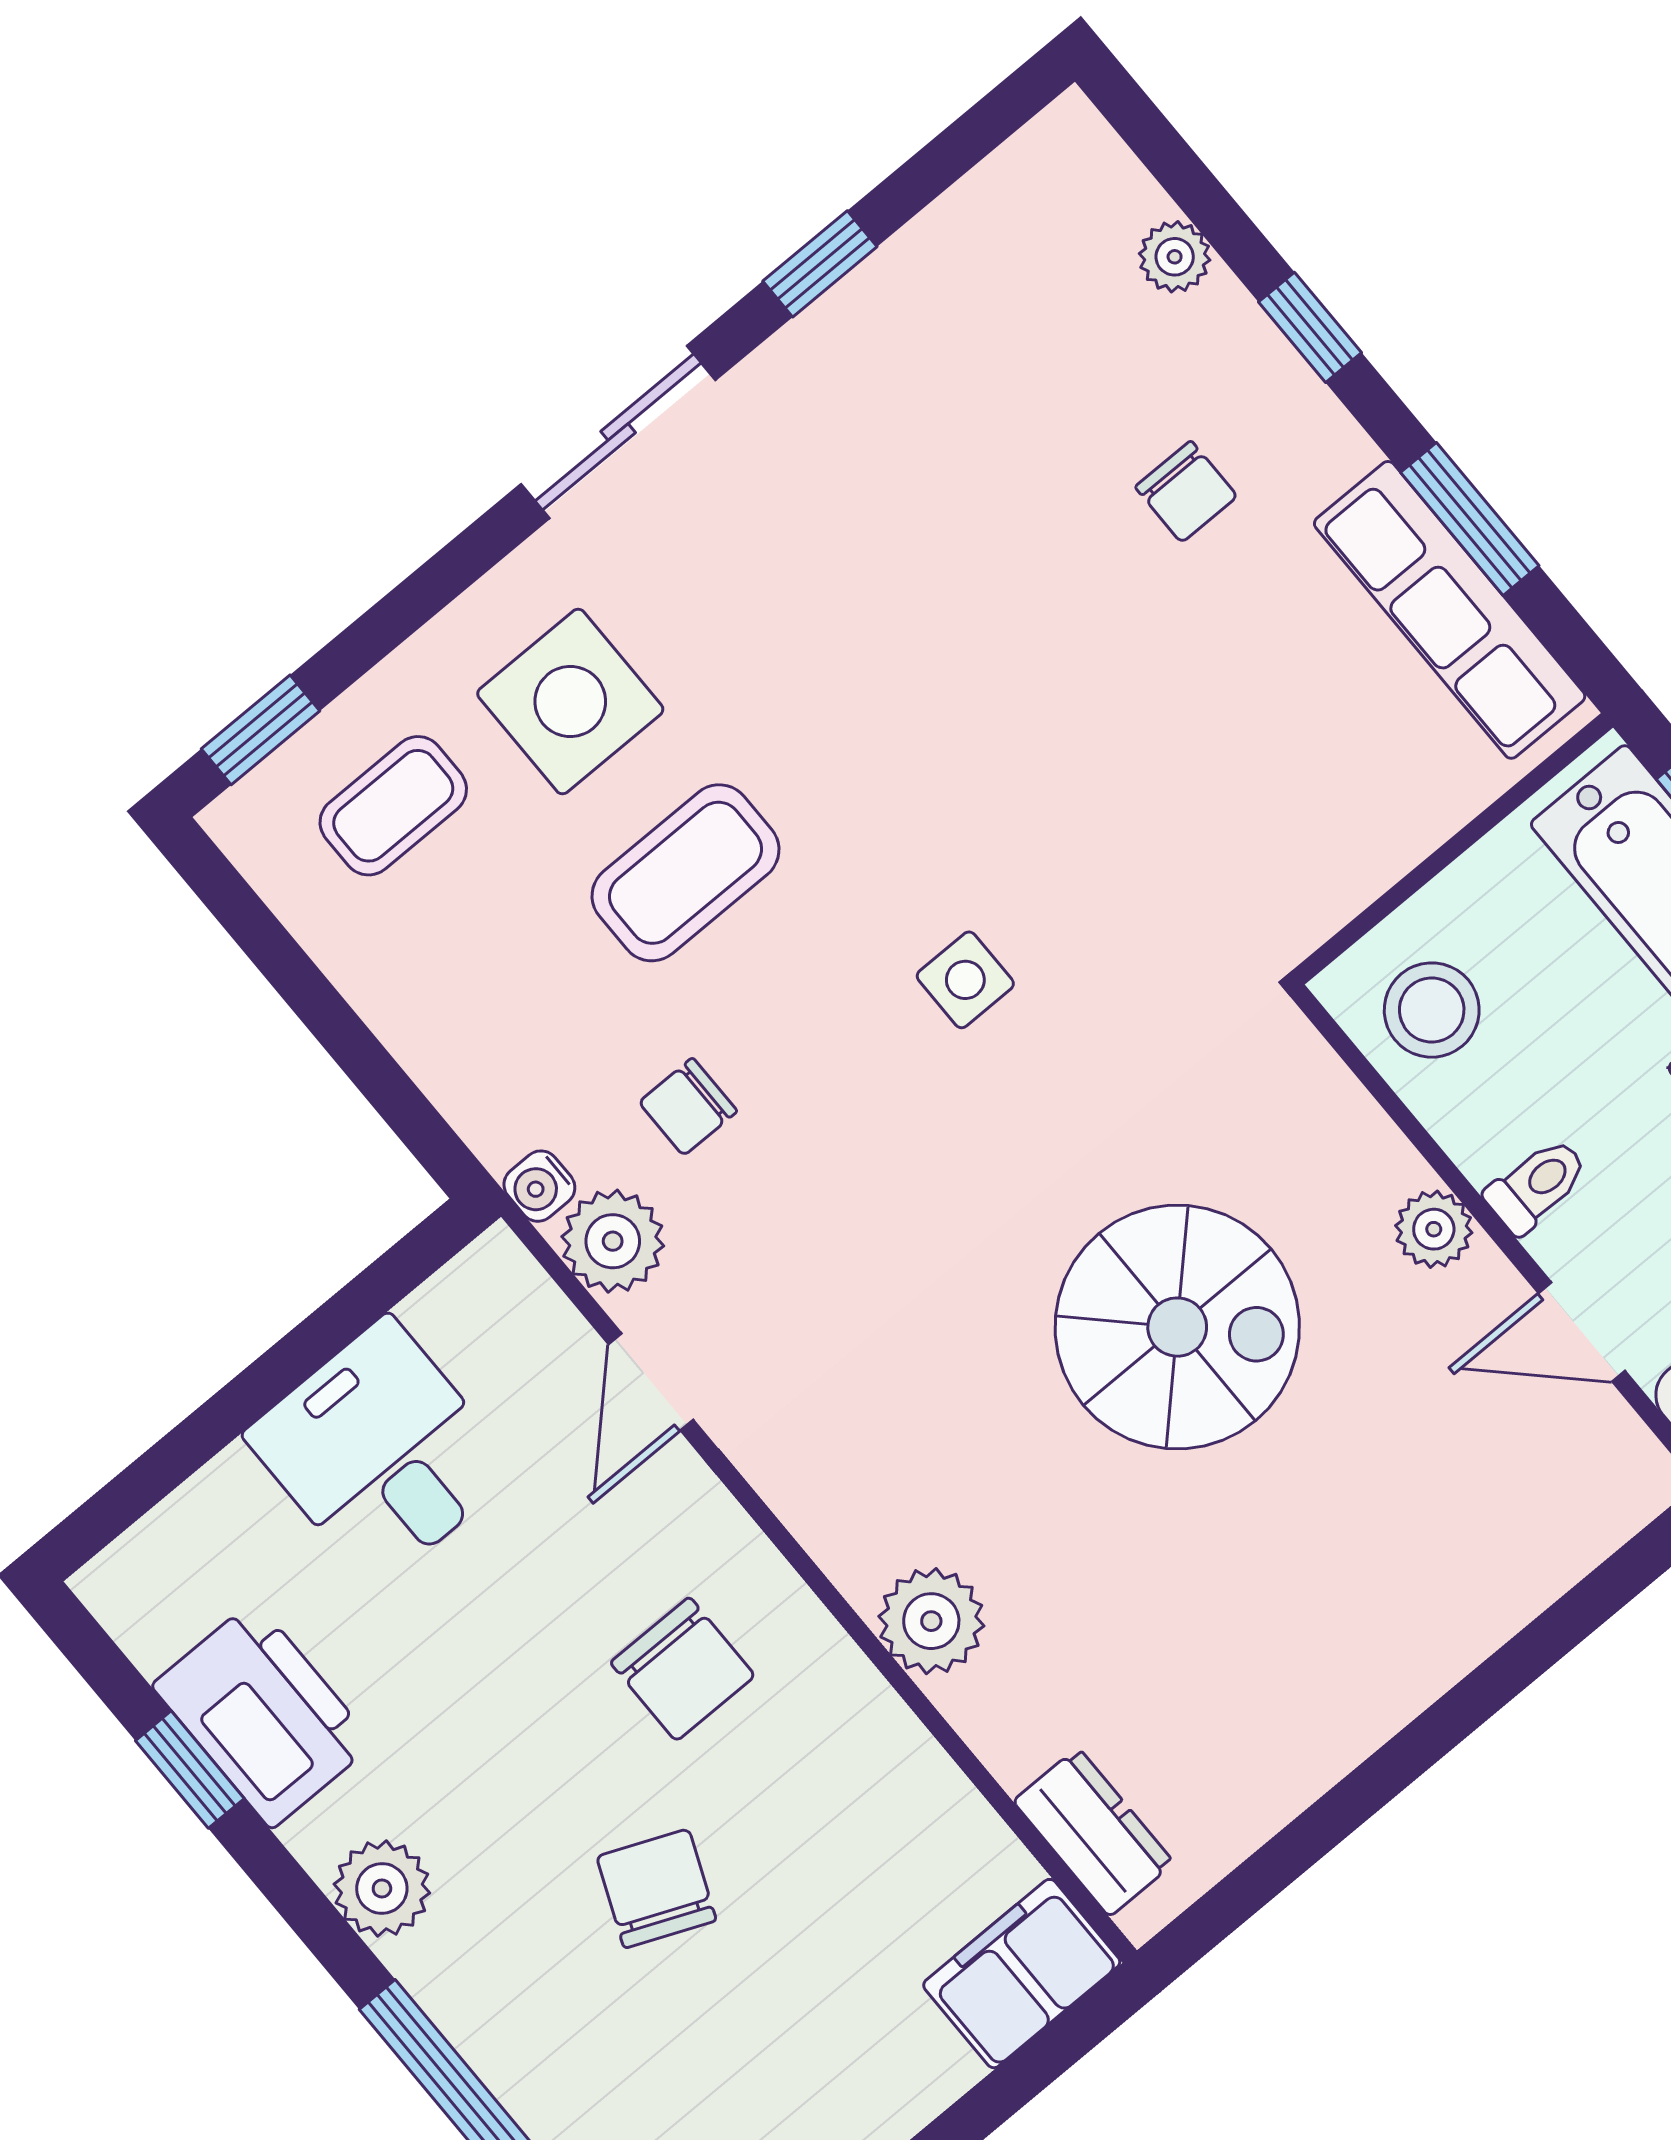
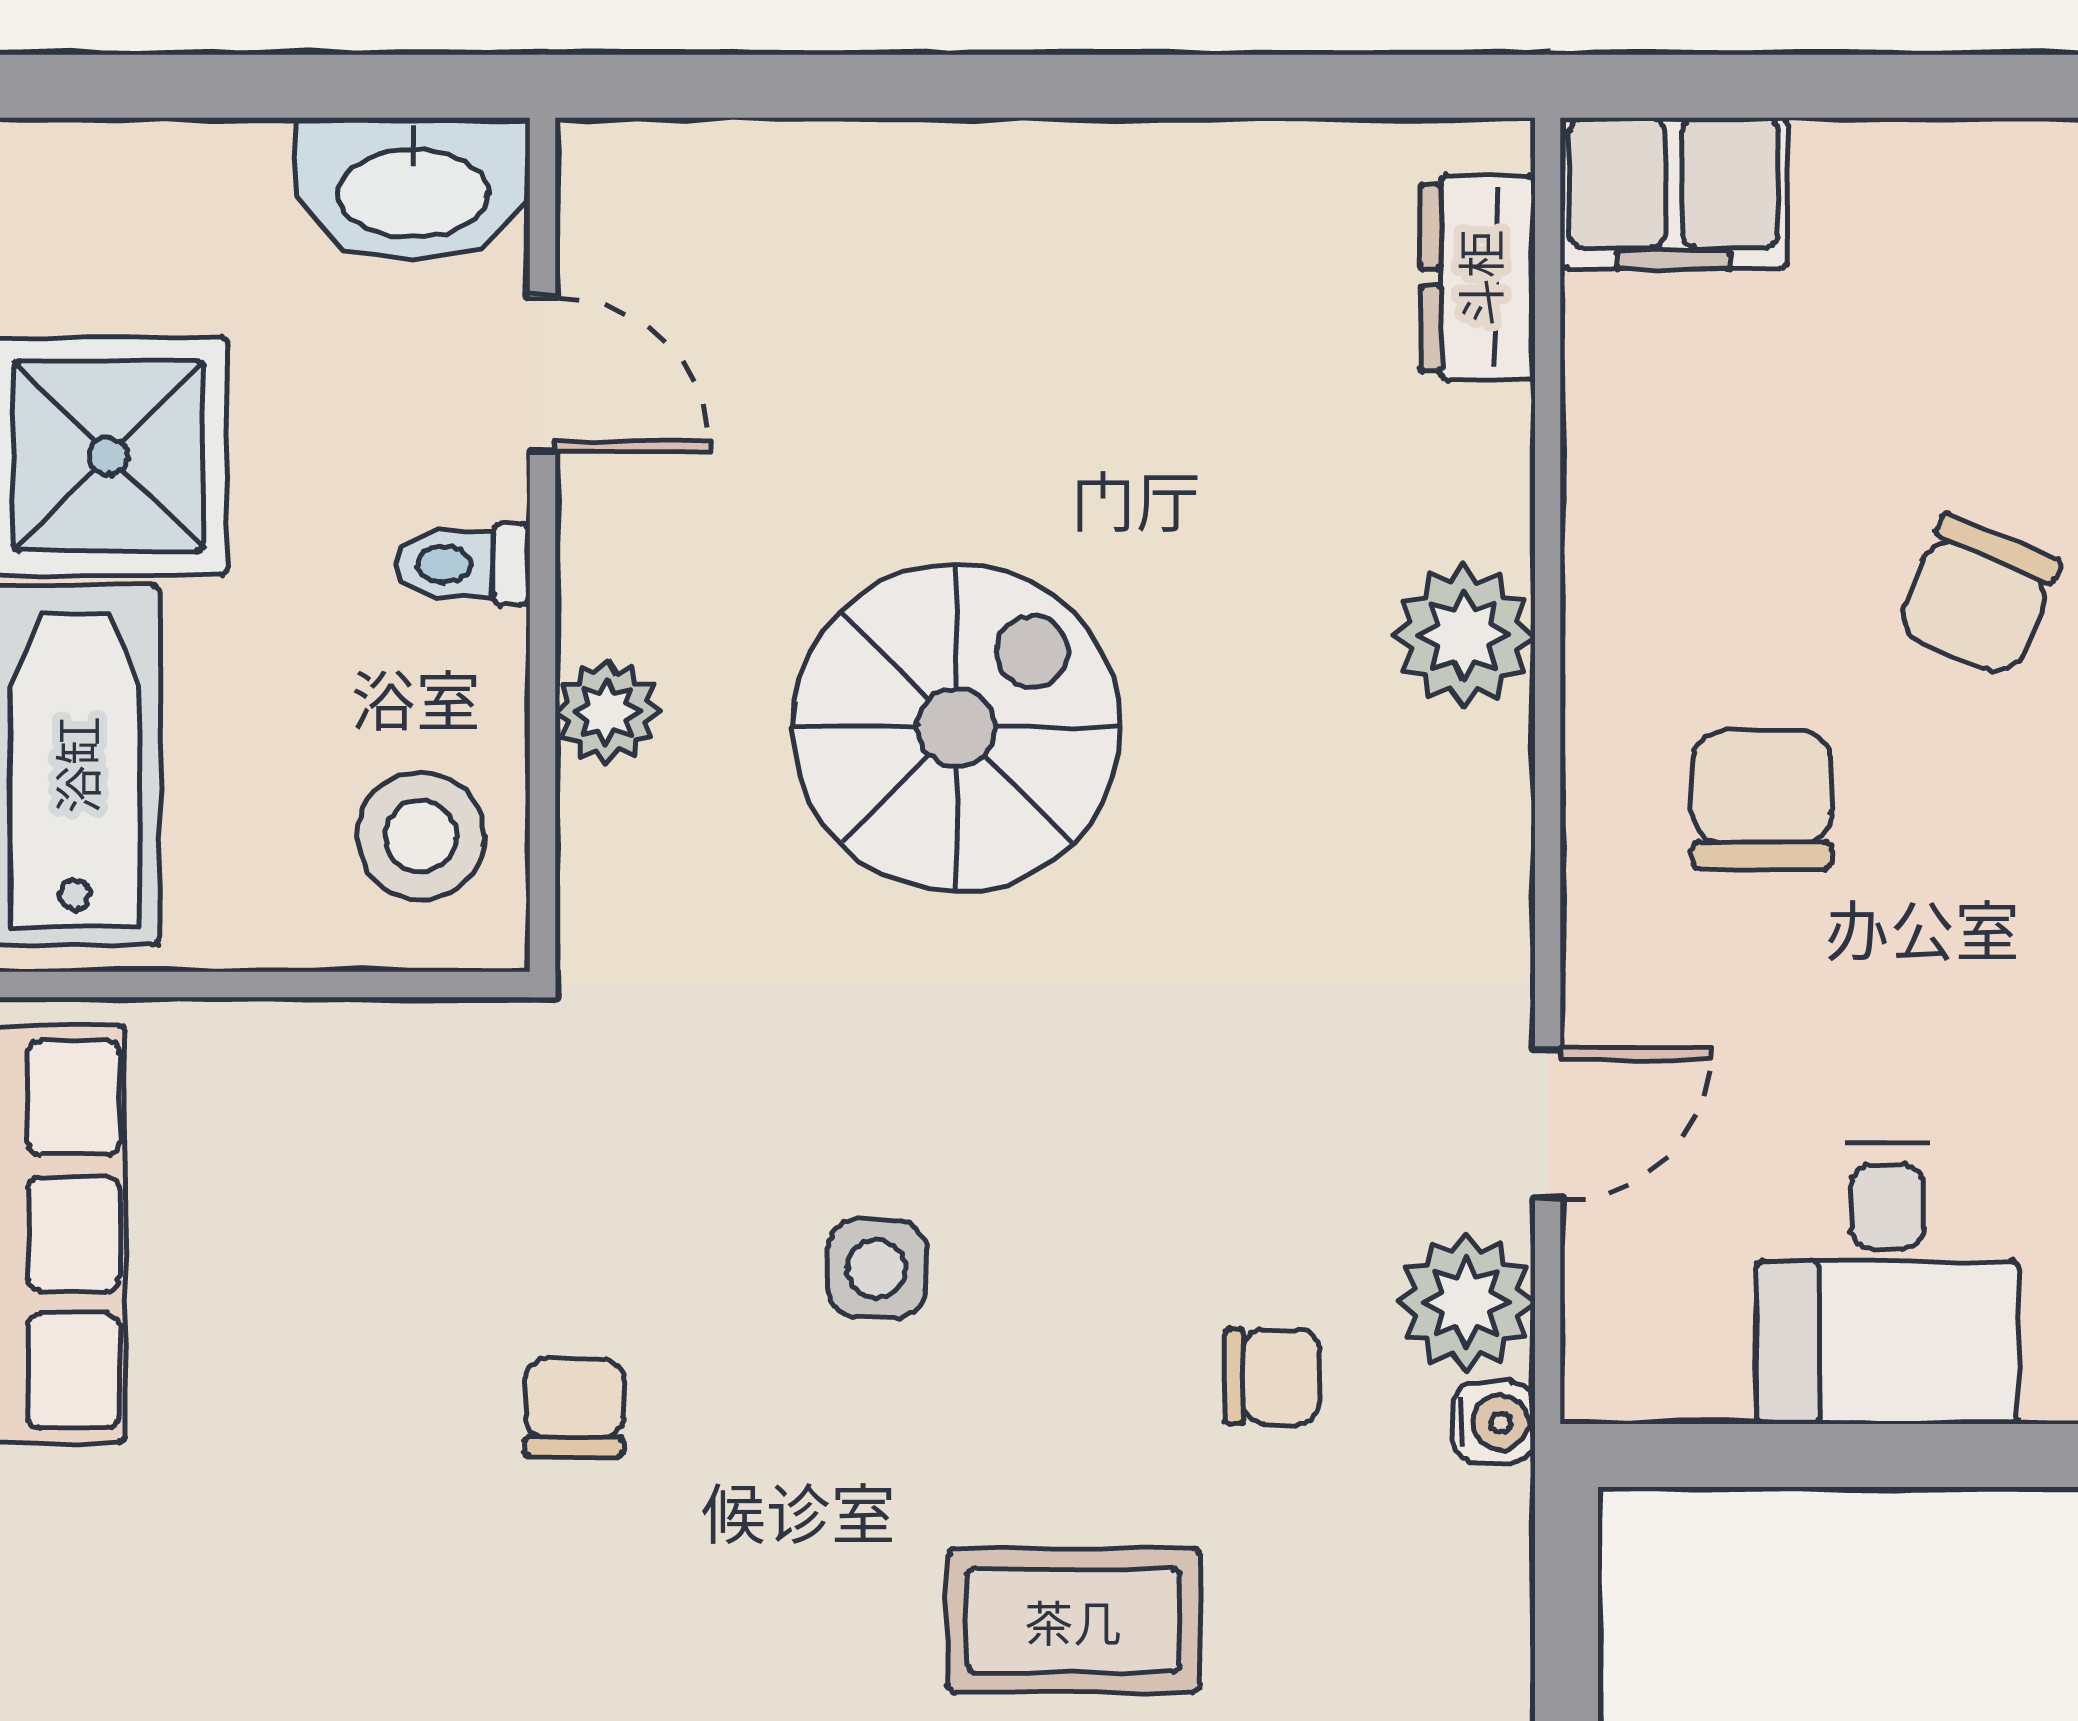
chair: (1186, 492) -> (574, 1407), moved
plant: (1434, 1229) -> (607, 712), moved
spiral stairs: (1177, 1327) -> (956, 728), turned 90

